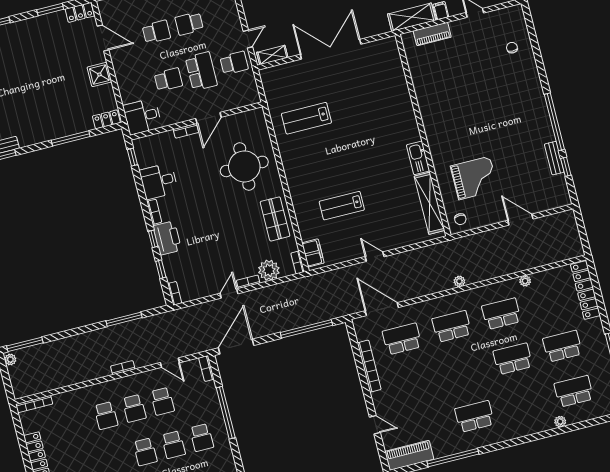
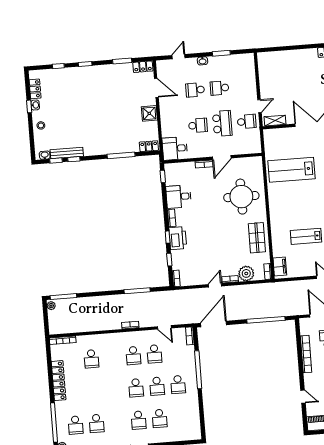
school desk: (156, 32) -> (195, 90), turned 180
lab bench: (306, 118) -> (292, 170), width x1.36, depth x1.39
school desk: (106, 416) -> (91, 359), moved

